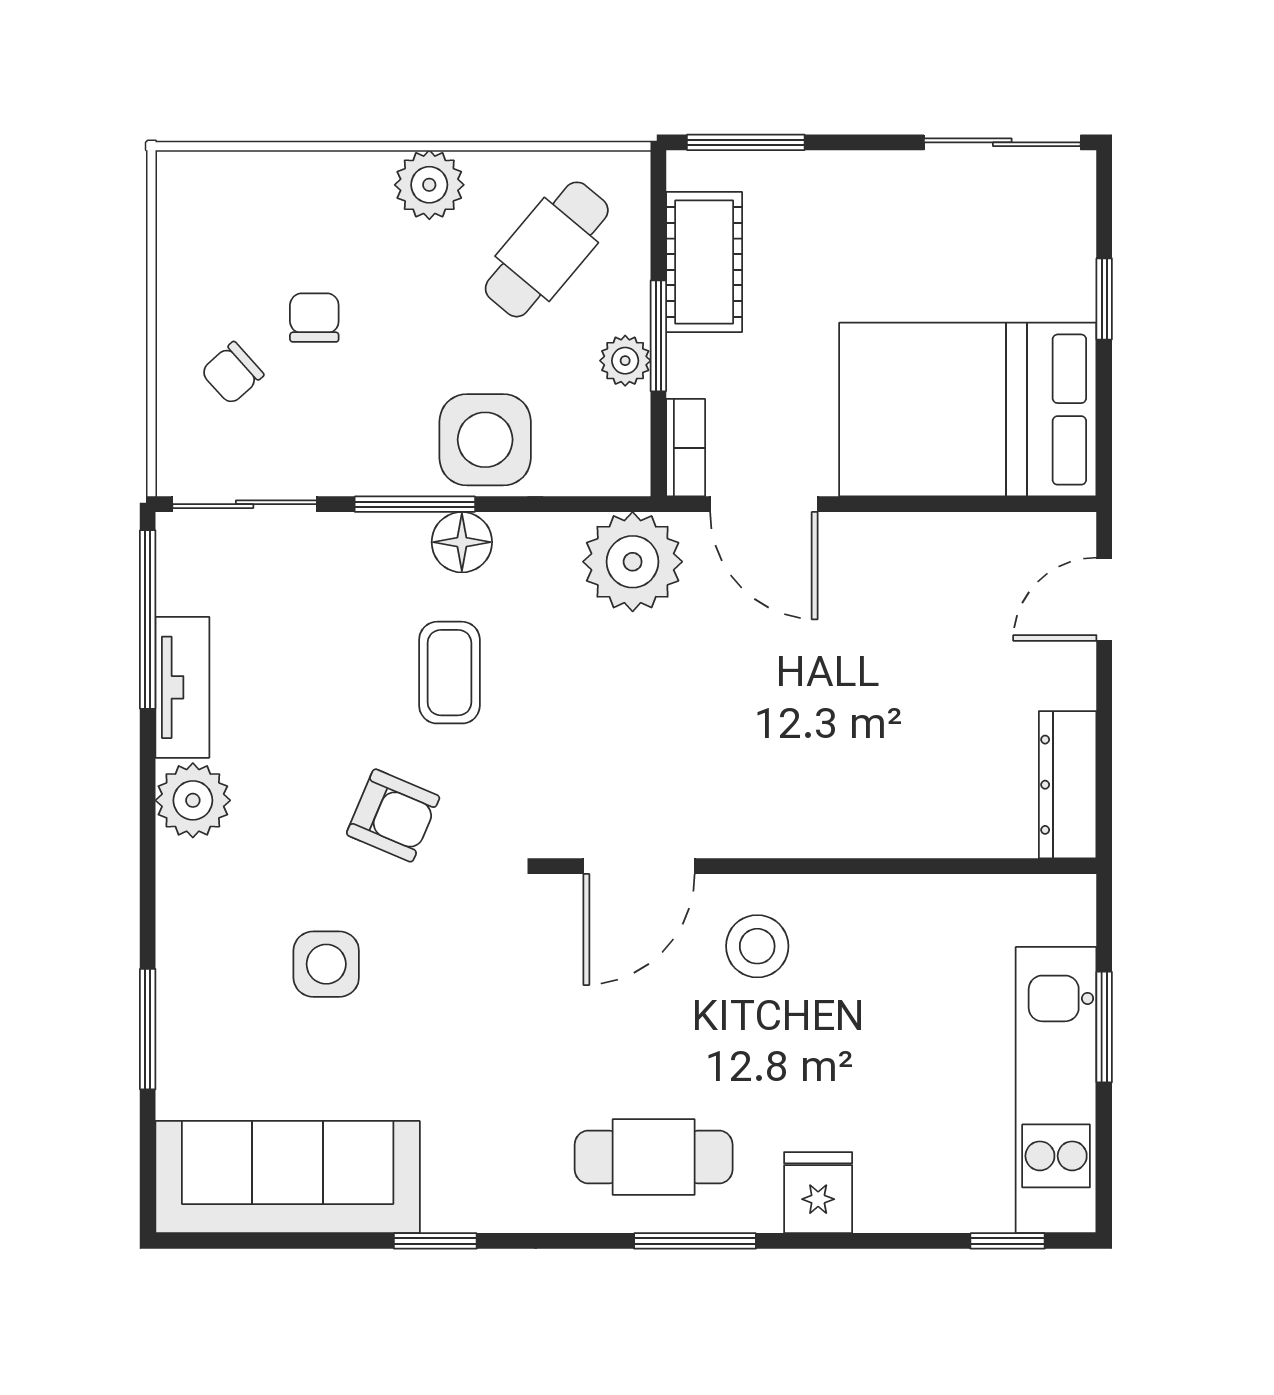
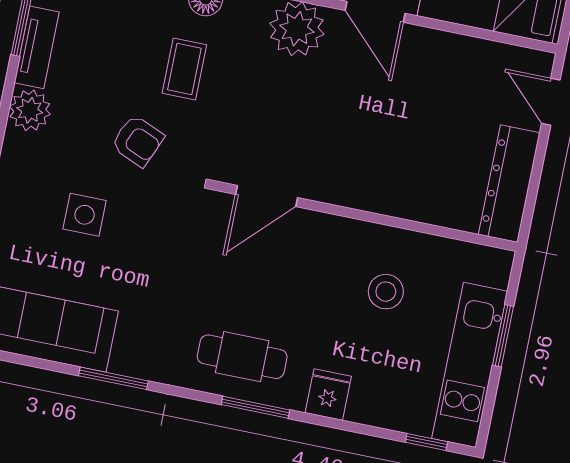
door: (1104, 599) -> (551, 102), hinge flipped
dresser: (1068, 785) -> (509, 184), width x1.37, depth x1.24
stool: (757, 946) -> (386, 292), moved
window: (435, 1241) -> (113, 378), width x1.50

